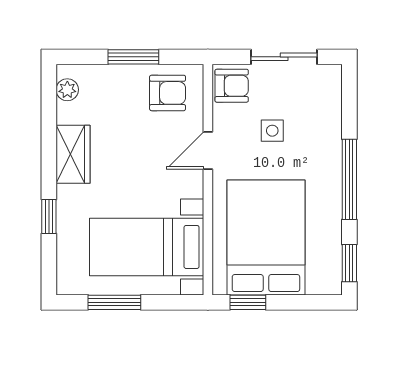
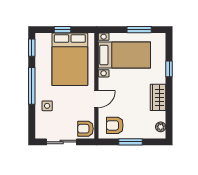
side table: (272, 131) -> (47, 106), moved
window: (248, 302) -> (63, 30), moved

